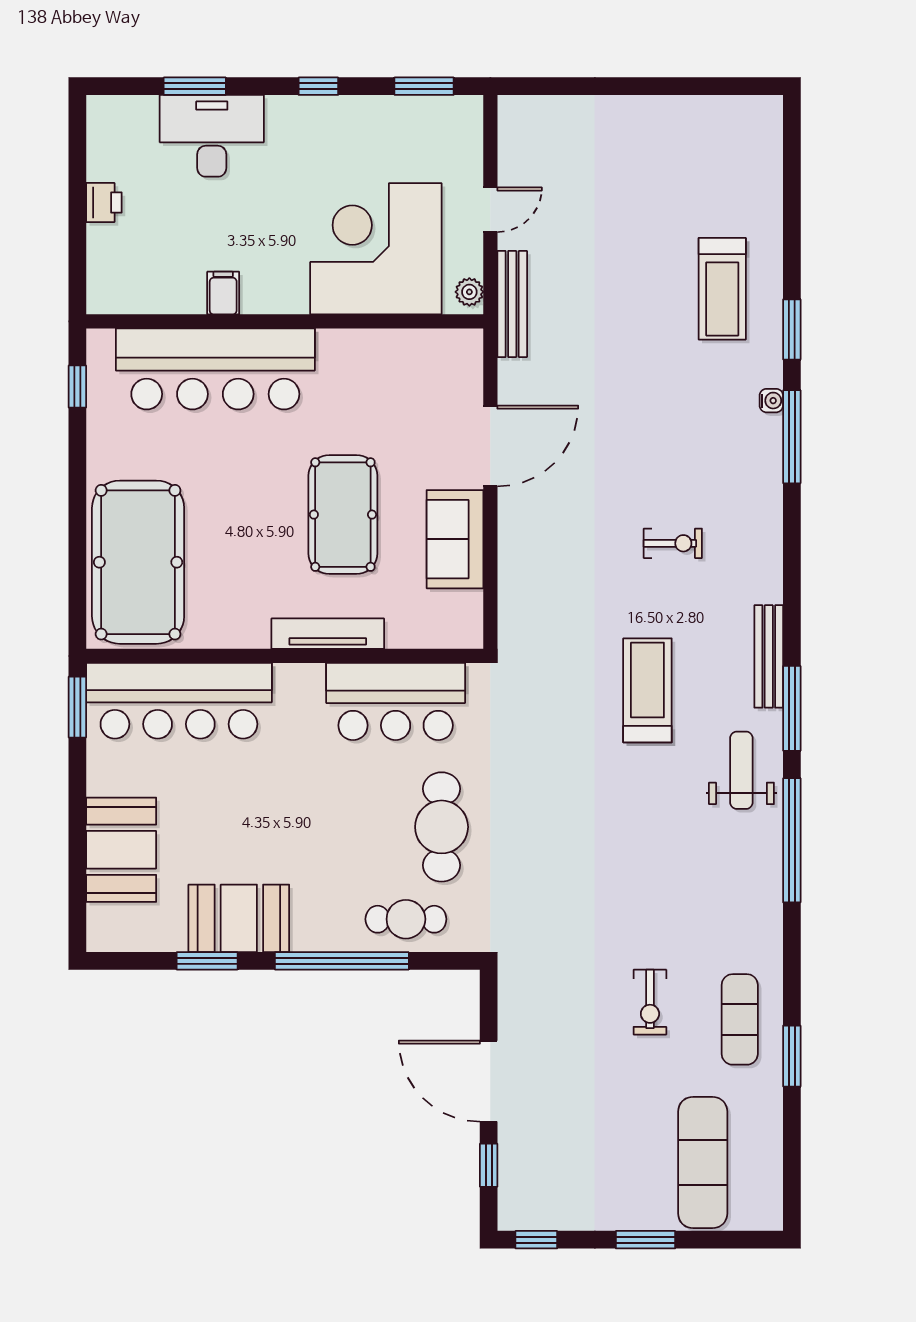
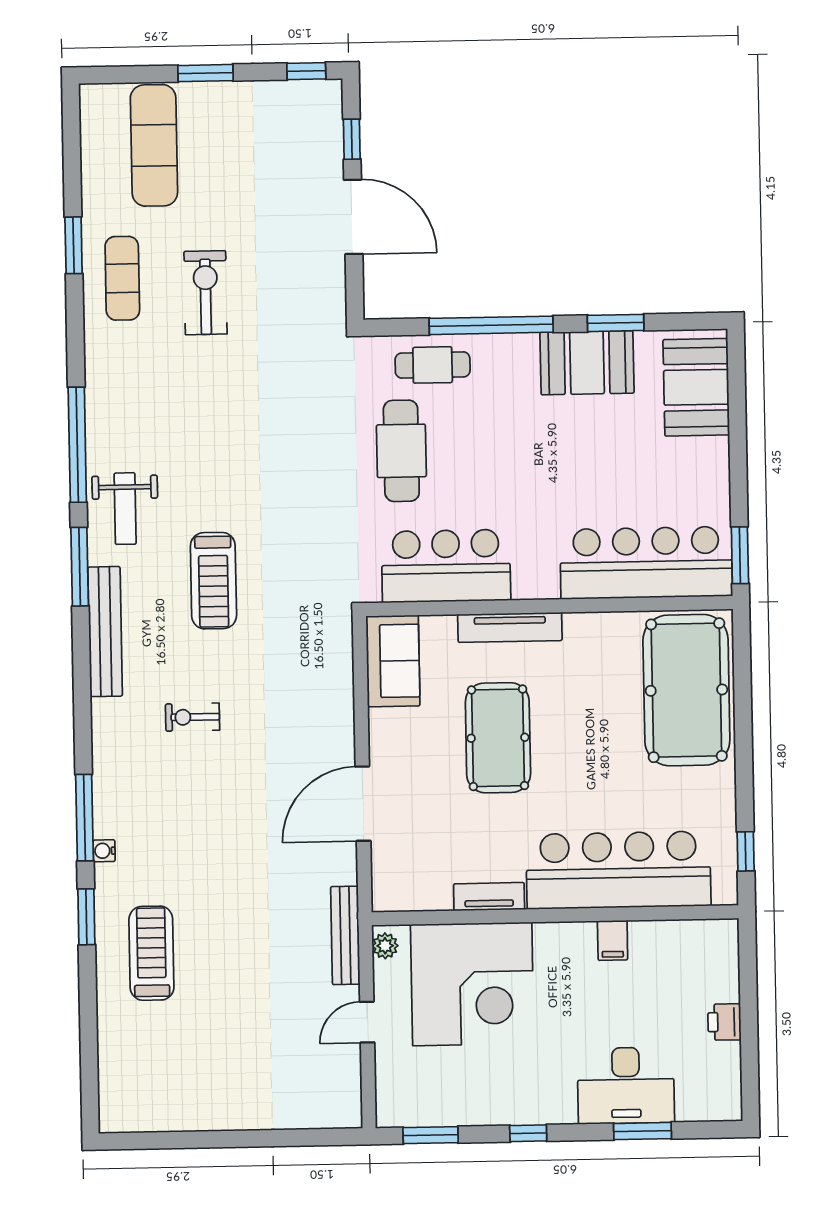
tv unit: (356, 343) -> (489, 897), added
sofa: (455, 539) -> (393, 661), moved
bench: (769, 656) -> (105, 632), width x1.37, depth x1.21
booth: (121, 850) -> (696, 387), moved
exercise bike: (650, 1002) -> (206, 293), width x1.38, depth x1.39

